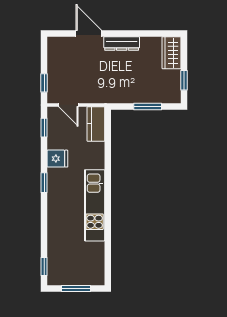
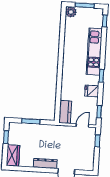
door: (68, 105) -> (82, 125), hinge flipped
kitchen unit: (95, 205) -> (94, 52), moved, turned 180
plant: (96, 277) -> (71, 12), added

